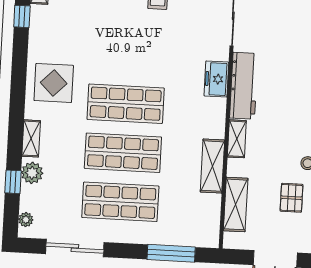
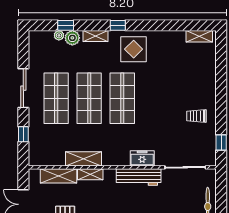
window: (22, 16) -> (118, 25), moved
shelving: (237, 139) -> (90, 174), moved
plant: (26, 220) -> (59, 35), moved
sliding door: (75, 248) -> (23, 88), moved
window: (171, 253) -> (23, 134), width x0.46

